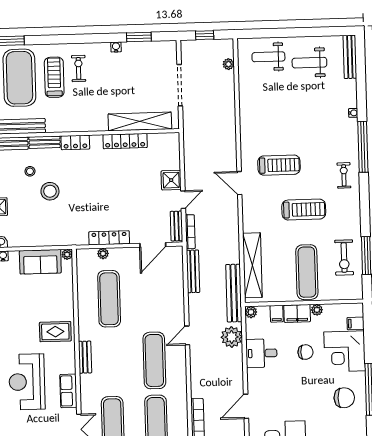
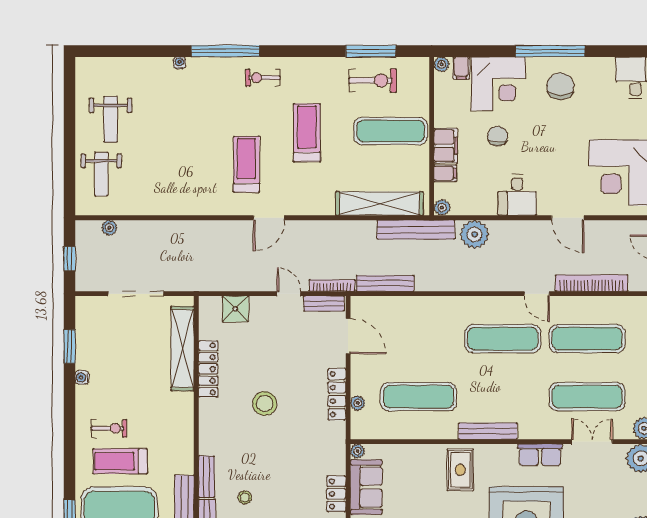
bench: (350, 57) -> (104, 65), removed
exercise bike: (79, 68) -> (109, 428), turned 180
locker: (75, 142) -> (336, 494), moved, turned 180
shower: (171, 180) -> (235, 309), moved
stool: (50, 191) -> (265, 403), moved
plant: (317, 310) -> (442, 64), moved
door: (187, 335) -> (537, 294), moved
desk: (261, 353) -> (517, 195), moved
bench: (85, 357) -> (488, 431), width x1.36

